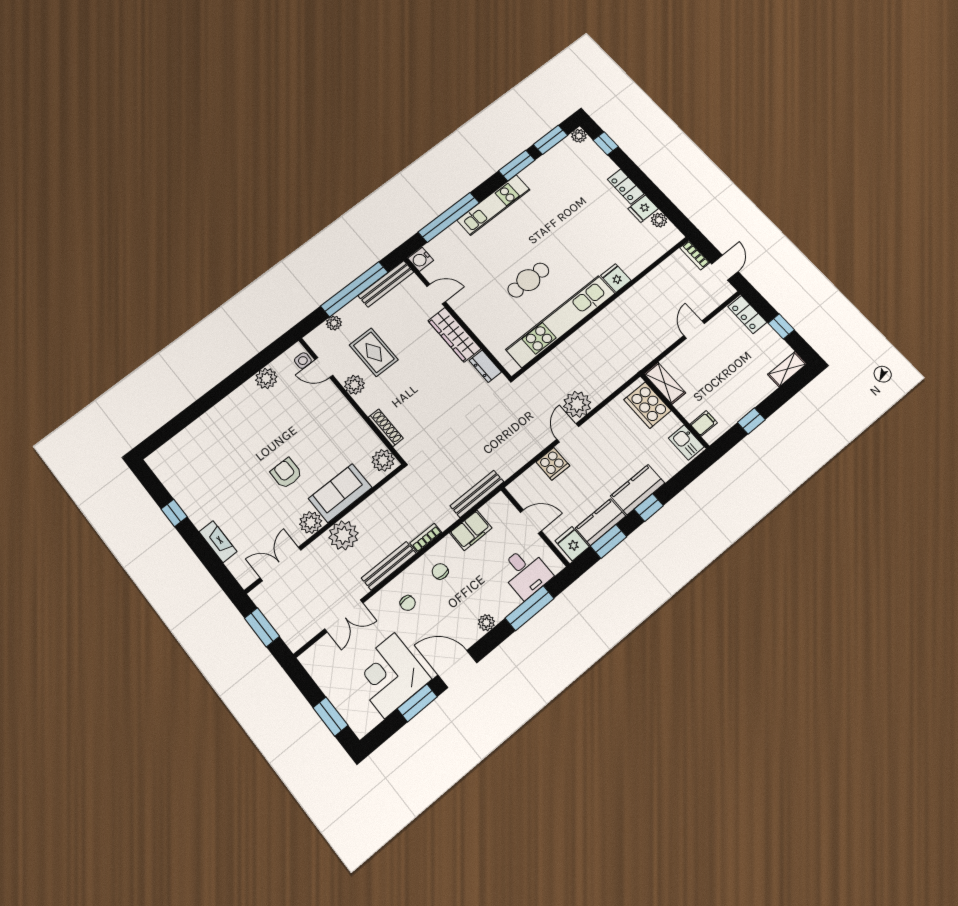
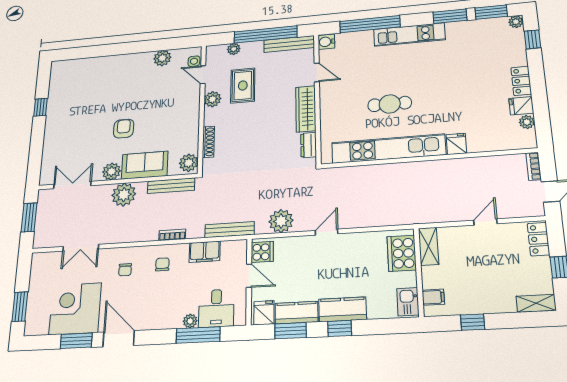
plant: (577, 404) -> (281, 221), moved
cooker: (553, 464) -> (262, 252), moved, turned -90
fireplace: (218, 542) -> (49, 144), removed
bench: (389, 566) -> (171, 186), moved
plant: (486, 623) -> (190, 321), moved

